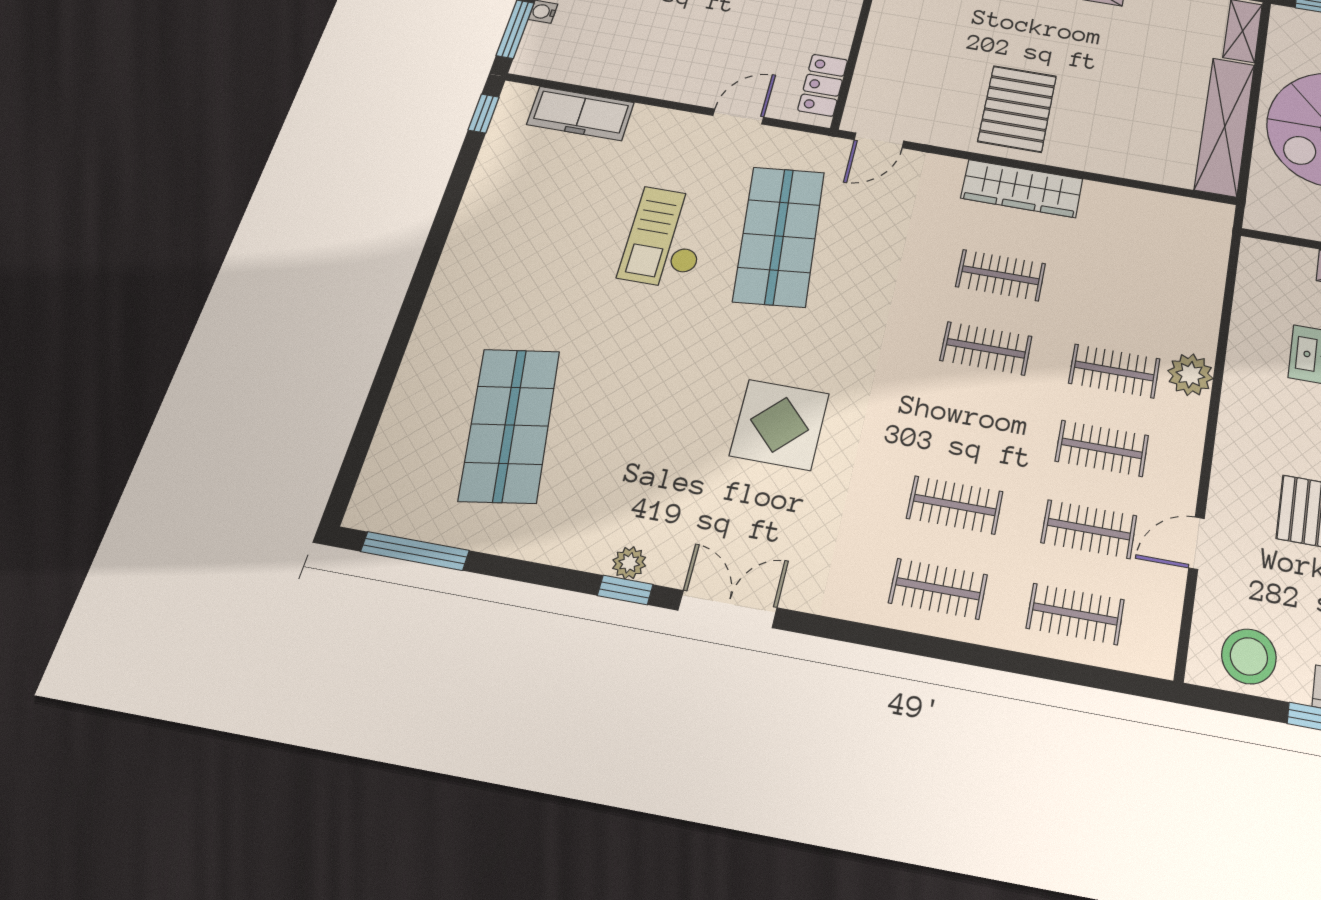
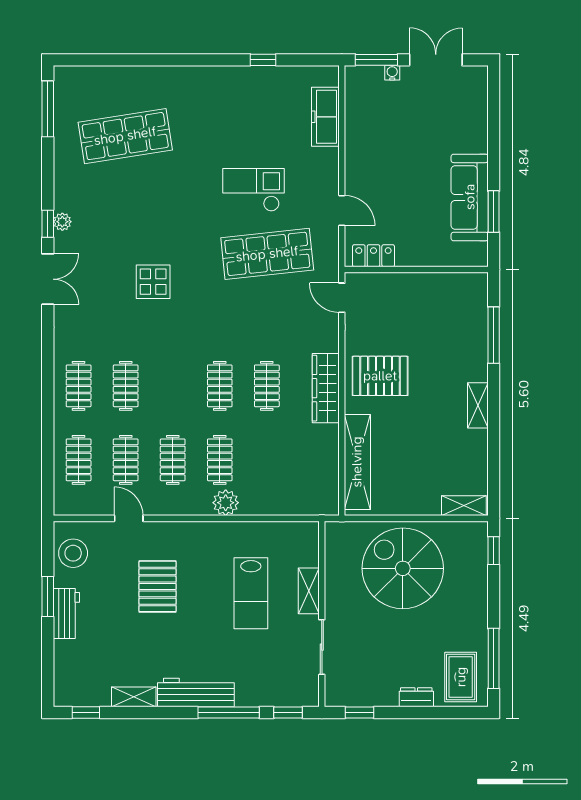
window: (484, 114) -> (263, 60), moved
shelving: (1225, 126) -> (357, 462), moved, turned 90
display table: (780, 425) -> (153, 282), width x0.73, depth x0.73

